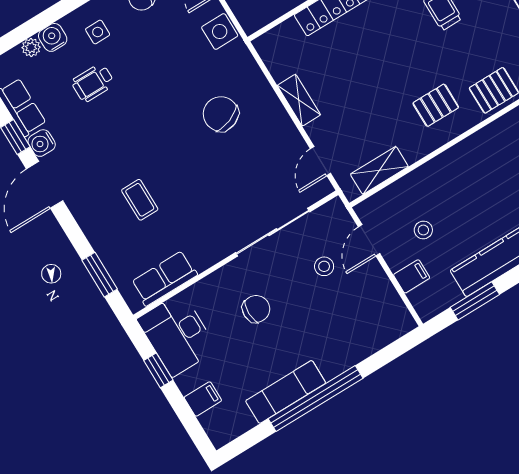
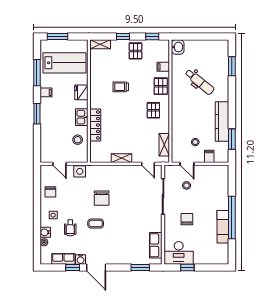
chair: (221, 114) -> (102, 198), moved, turned -69
coffee table: (140, 200) -> (96, 224), moved
filing cabinet: (203, 399) -> (207, 258), removed

